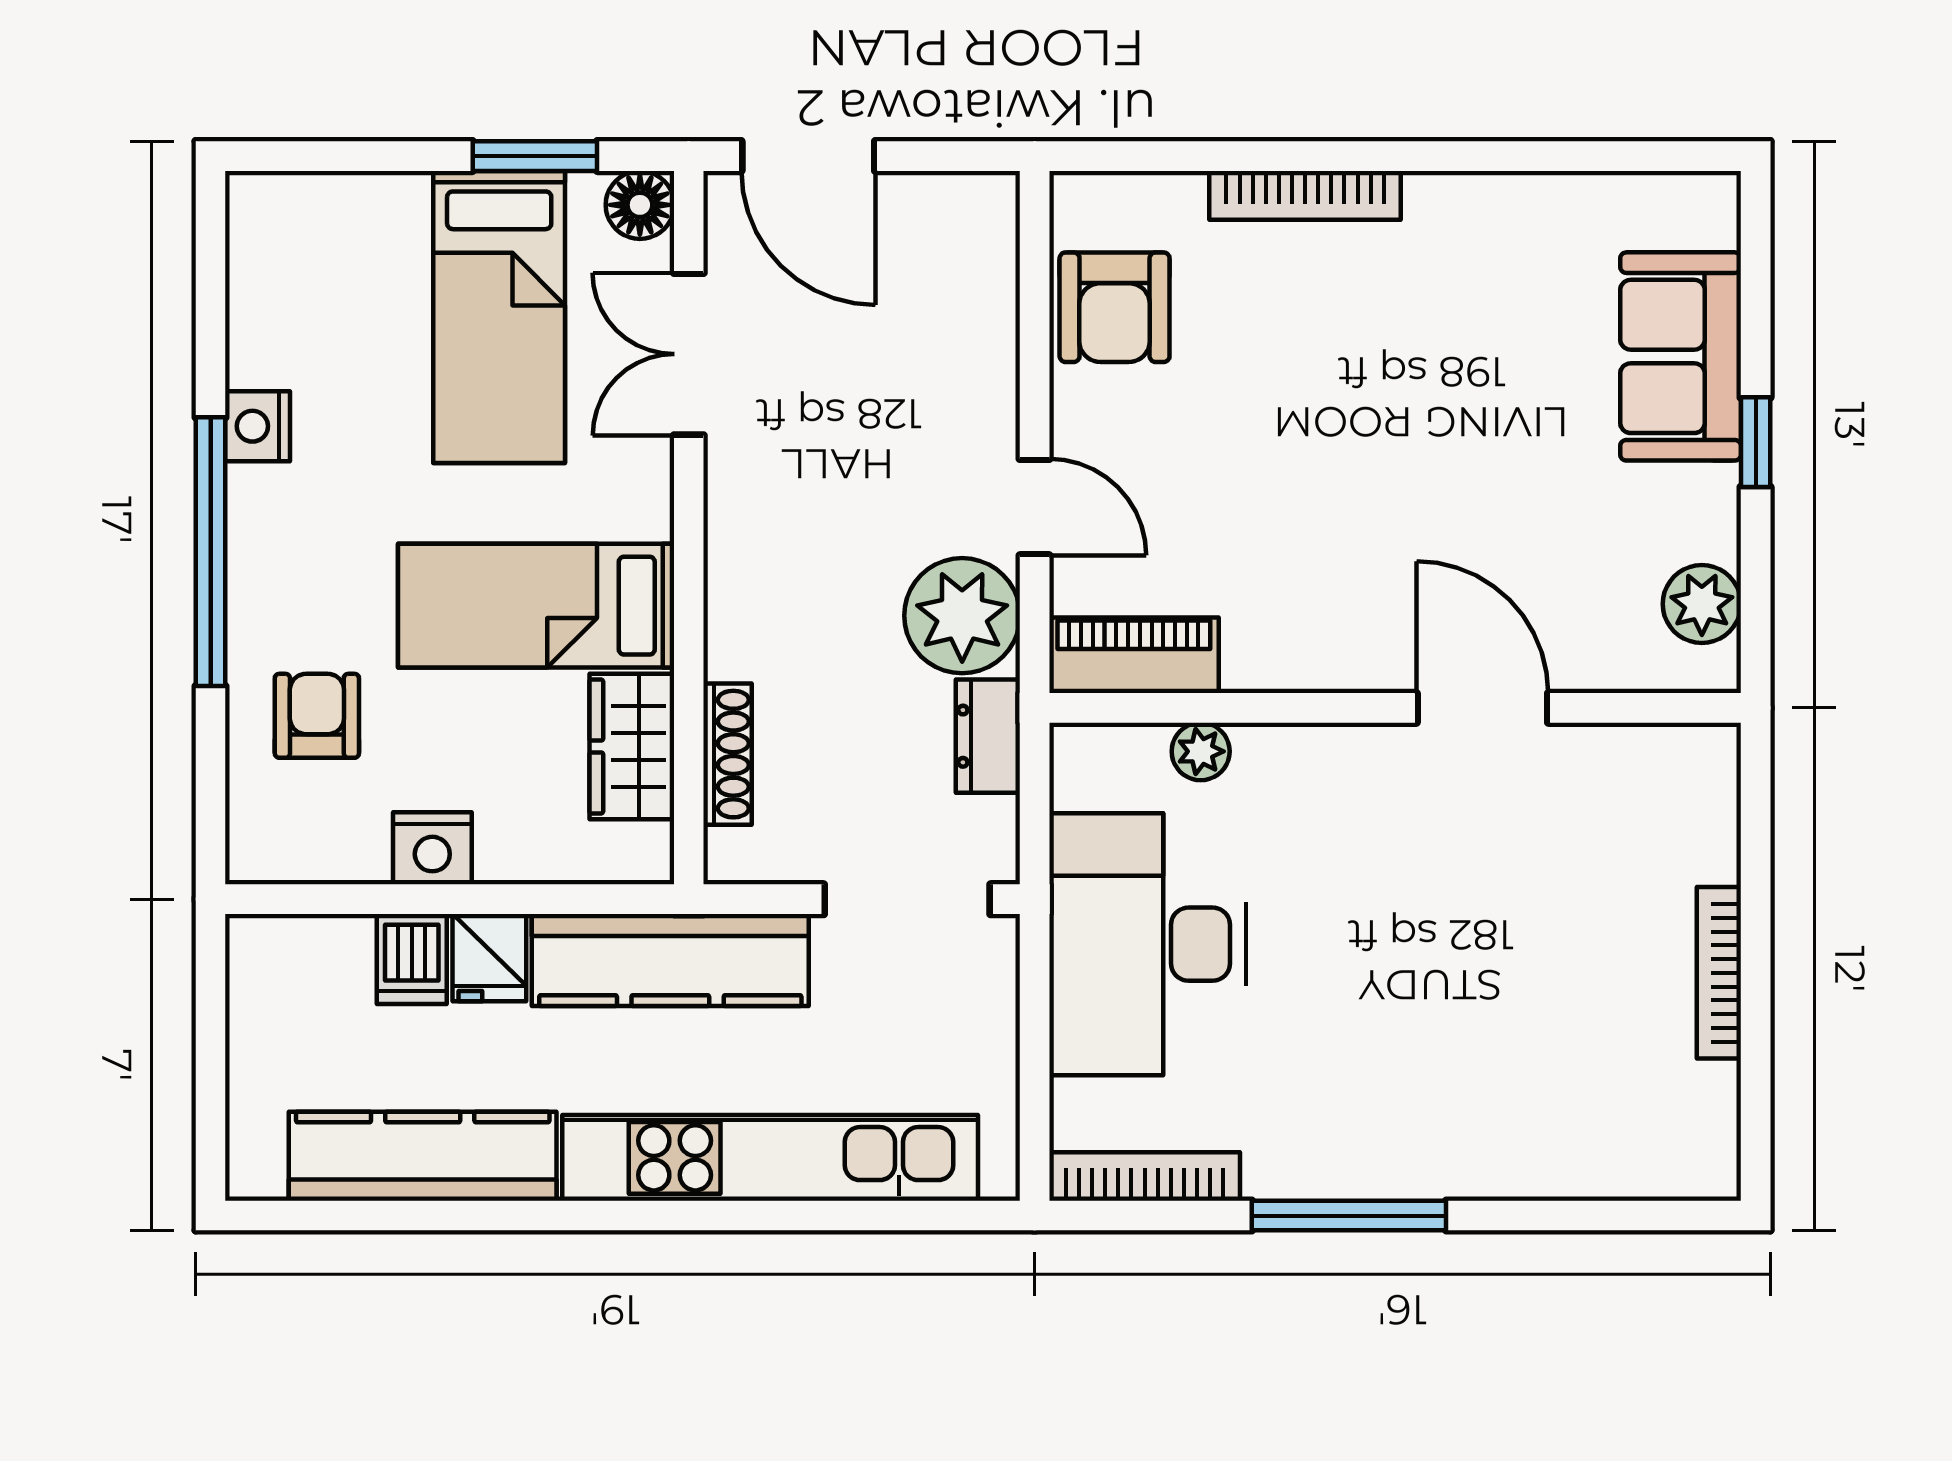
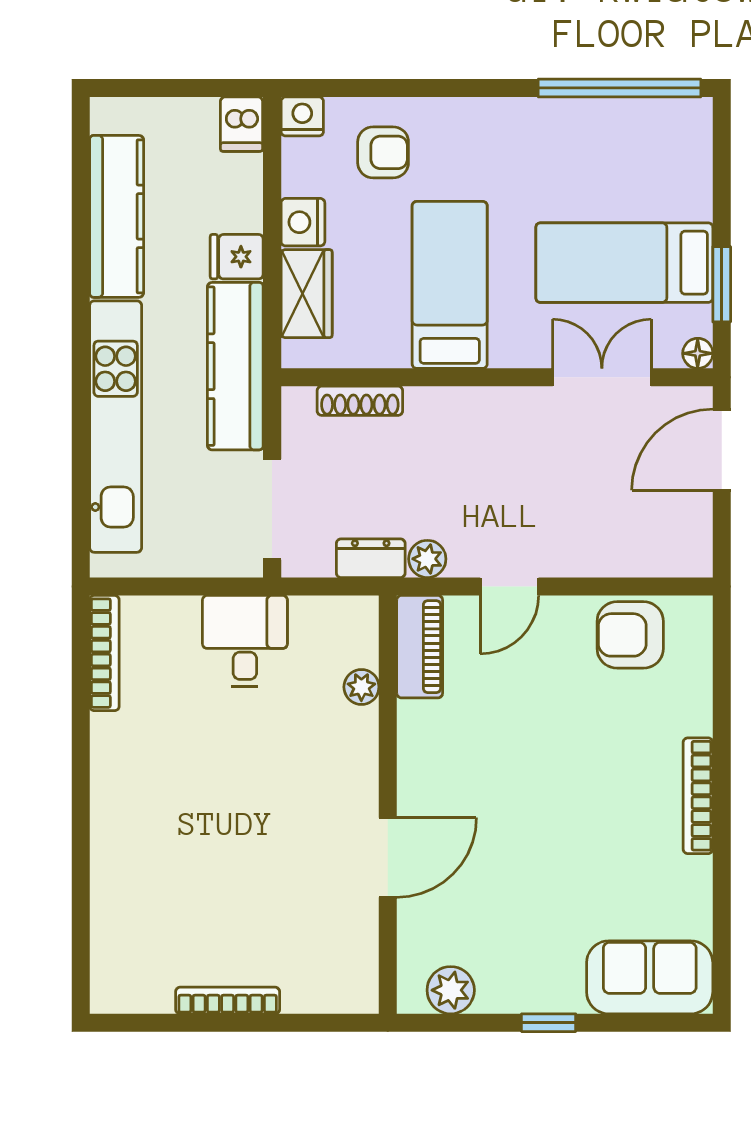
bookcase: (1305, 195) -> (698, 796), moved
floor lamp: (640, 205) -> (698, 353), width x0.73, depth x0.73
sofa: (1681, 356) -> (650, 977), moved
nightstand: (258, 426) -> (302, 116), moved
window: (211, 552) -> (619, 88), moved
plant: (962, 616) -> (427, 559), width x0.53, depth x0.53
wardrobe: (632, 746) -> (307, 294), moved, turned 90
desk: (1147, 944) -> (245, 641), width x0.53, depth x0.77
dishwasher: (412, 959) -> (242, 124), moved, turned -90
window: (1349, 1216) -> (81, 777), removed

